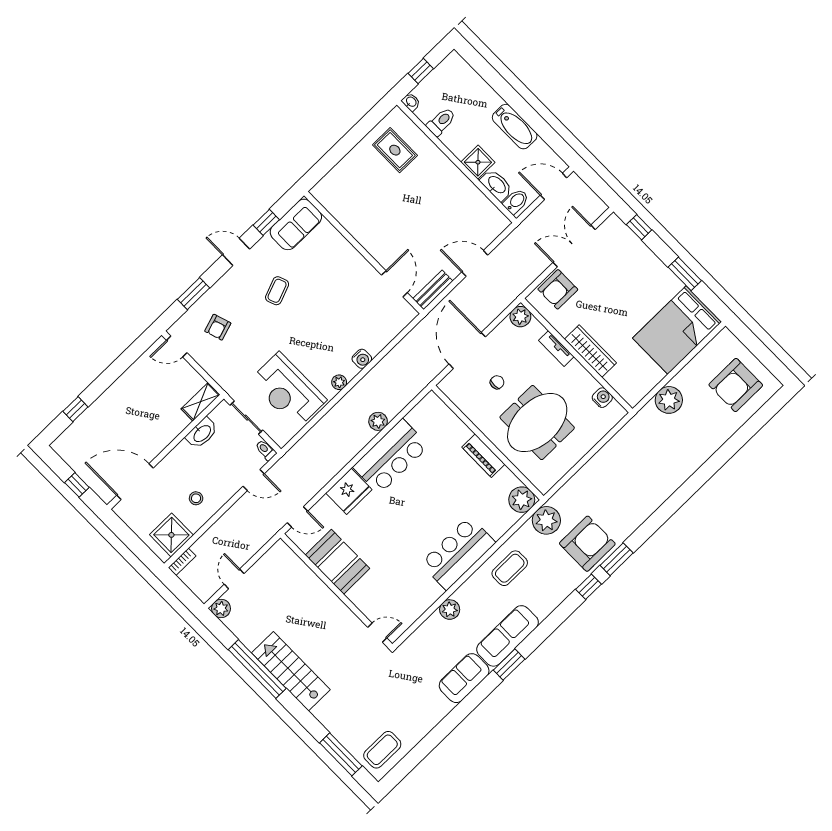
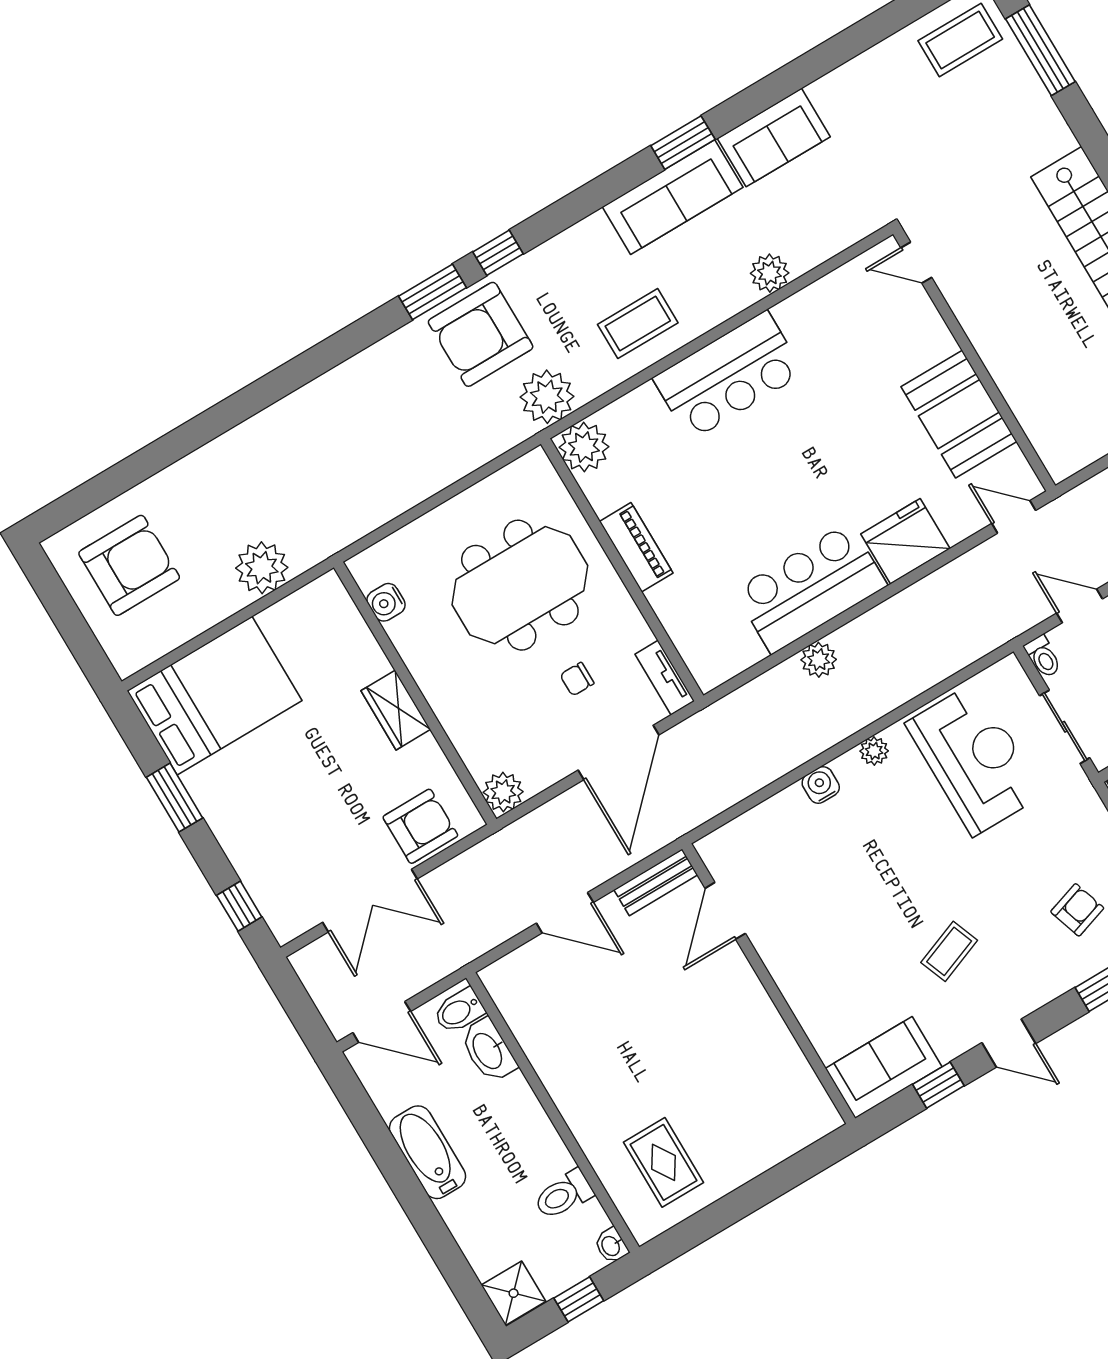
shower: (478, 162) -> (514, 1293), moved
tv unit: (556, 349) -> (665, 678), moved, turned 180
wardrobe: (591, 351) -> (396, 710), width x0.67

